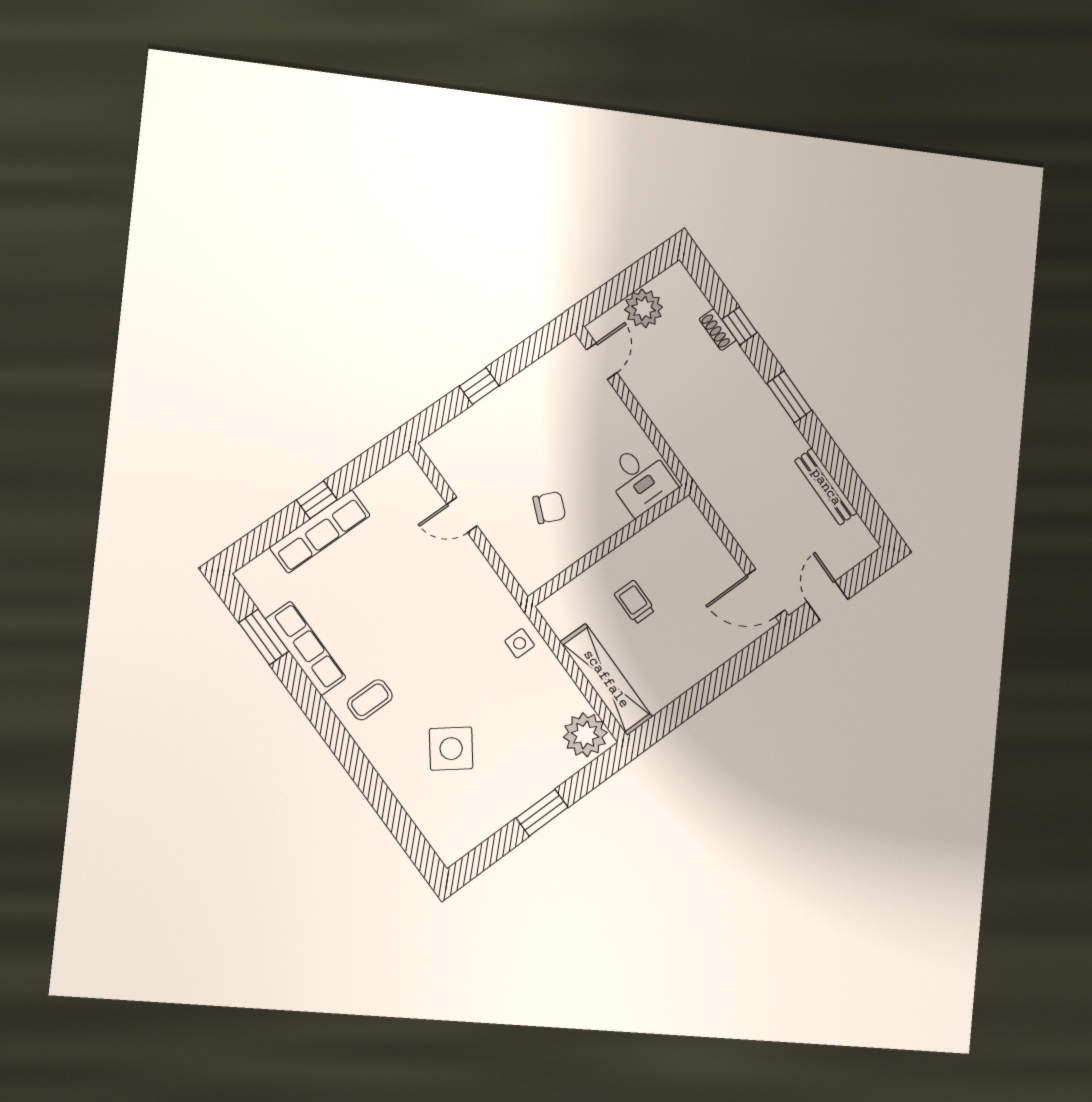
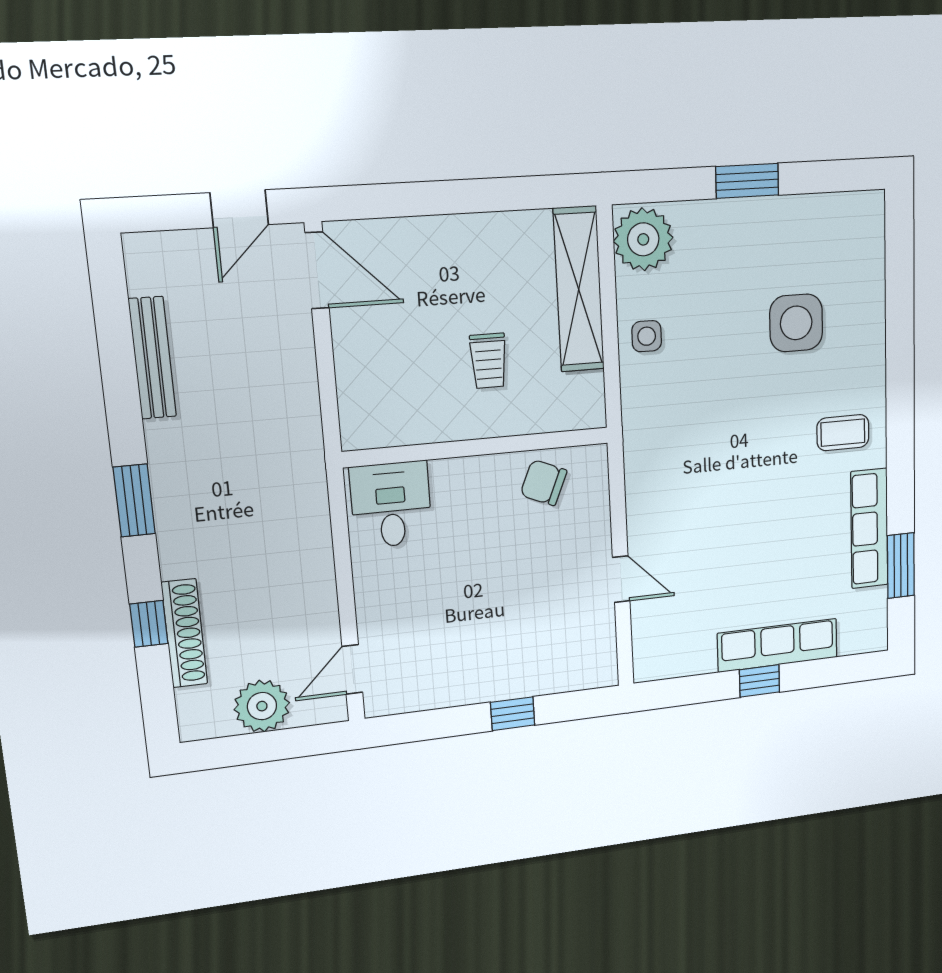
shoe rack: (718, 330) -> (184, 633), width x1.94, depth x1.24
chair: (549, 508) -> (544, 483), moved
side table: (520, 643) -> (647, 336), moved
side table: (451, 749) -> (796, 323), turned -34

